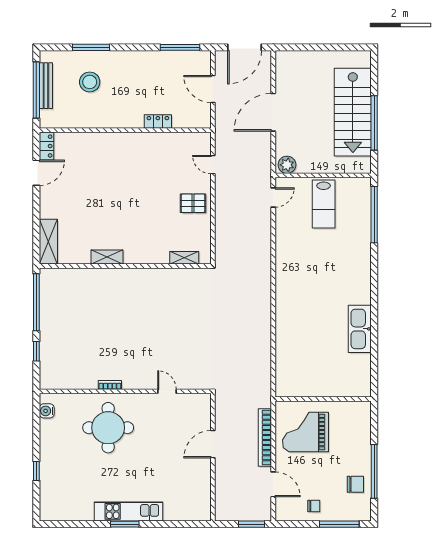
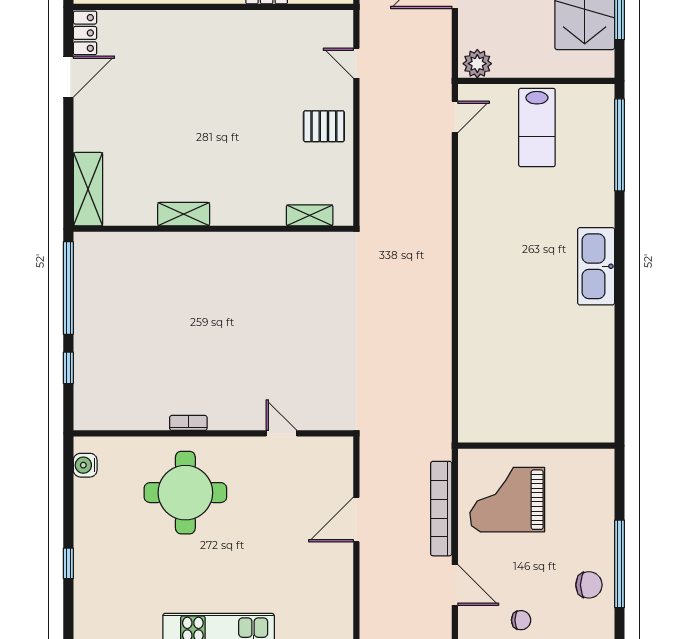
kitchen sink: (360, 329) -> (596, 266), moved

